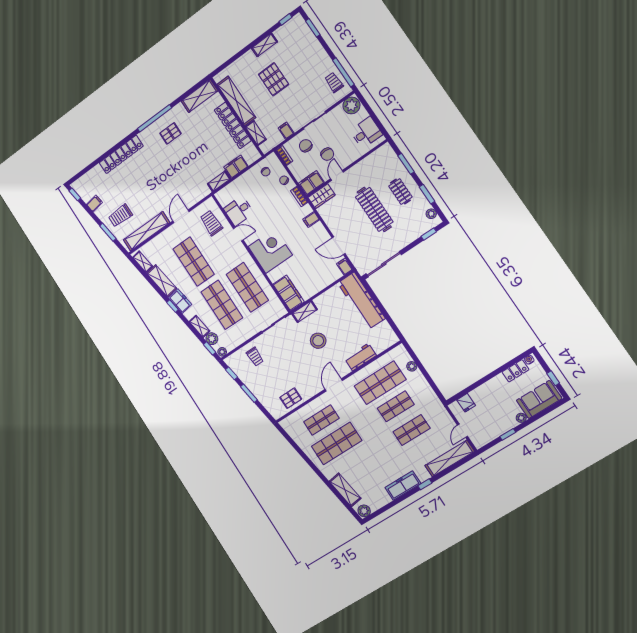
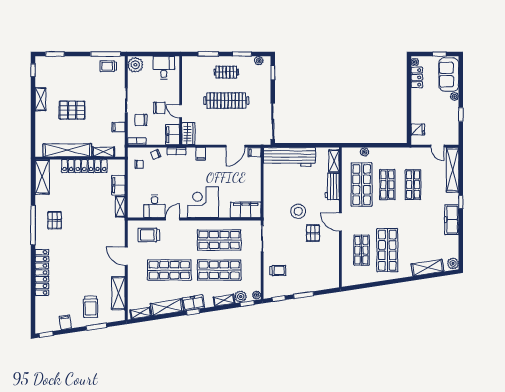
shelving: (146, 231) -> (118, 293), width x0.68
shelving: (304, 312) -> (334, 161), moved
pallet: (291, 398) -> (313, 233), moved

